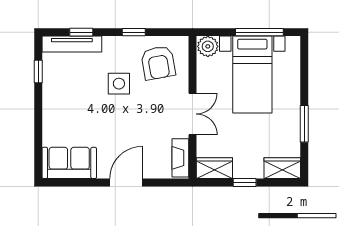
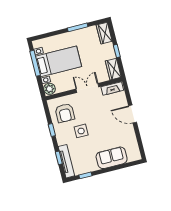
armchair: (158, 63) -> (65, 113), turned 100
sofa: (69, 163) -> (112, 158), moved, turned 90

